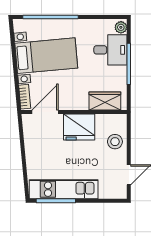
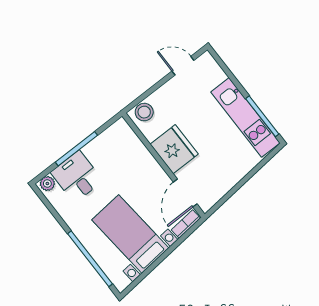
wardrobe: (105, 101) -> (130, 144), removed
door: (45, 112) -> (185, 193), hinge flipped
stool: (115, 142) -> (144, 112), moved

